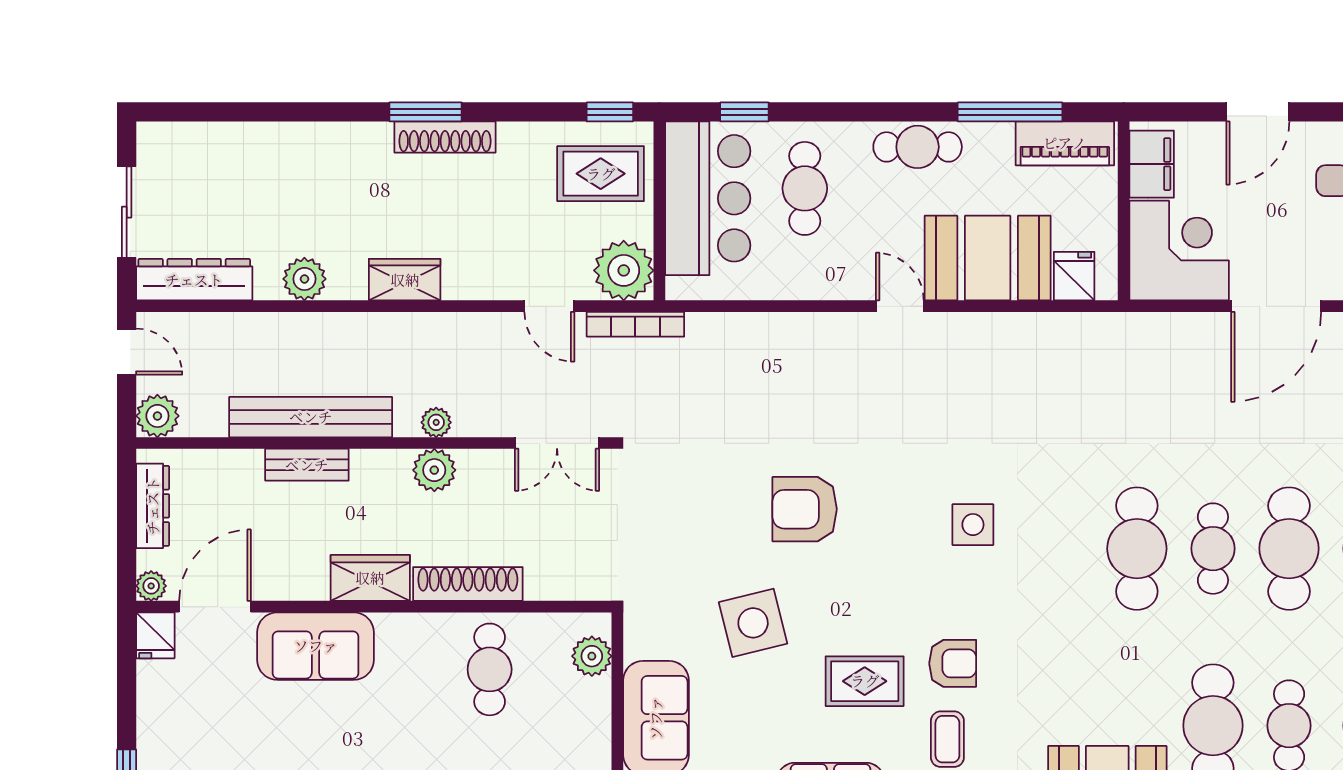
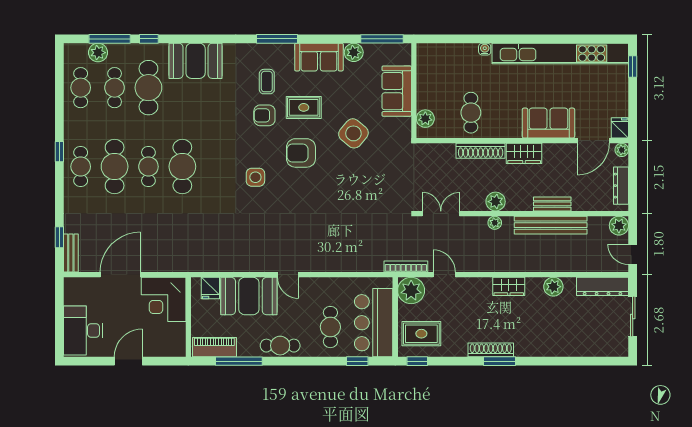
filing cabinet: (1152, 164) -> (176, 338), removed
armchair: (805, 509) -> (301, 153), moved, turned 180
side table: (753, 623) -> (353, 133), turned -36

